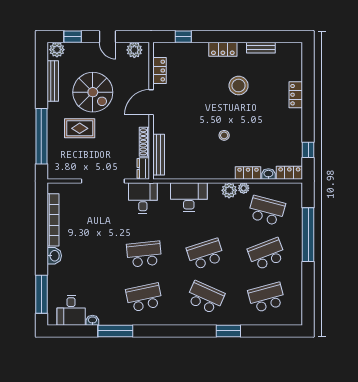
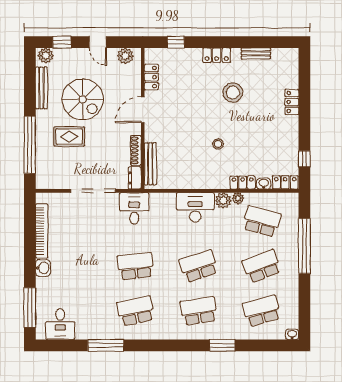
desk: (189, 197) -> (195, 207), moved
school desk: (205, 297) -> (199, 311), turned -33
washbasin: (92, 320) -> (292, 334), moved

